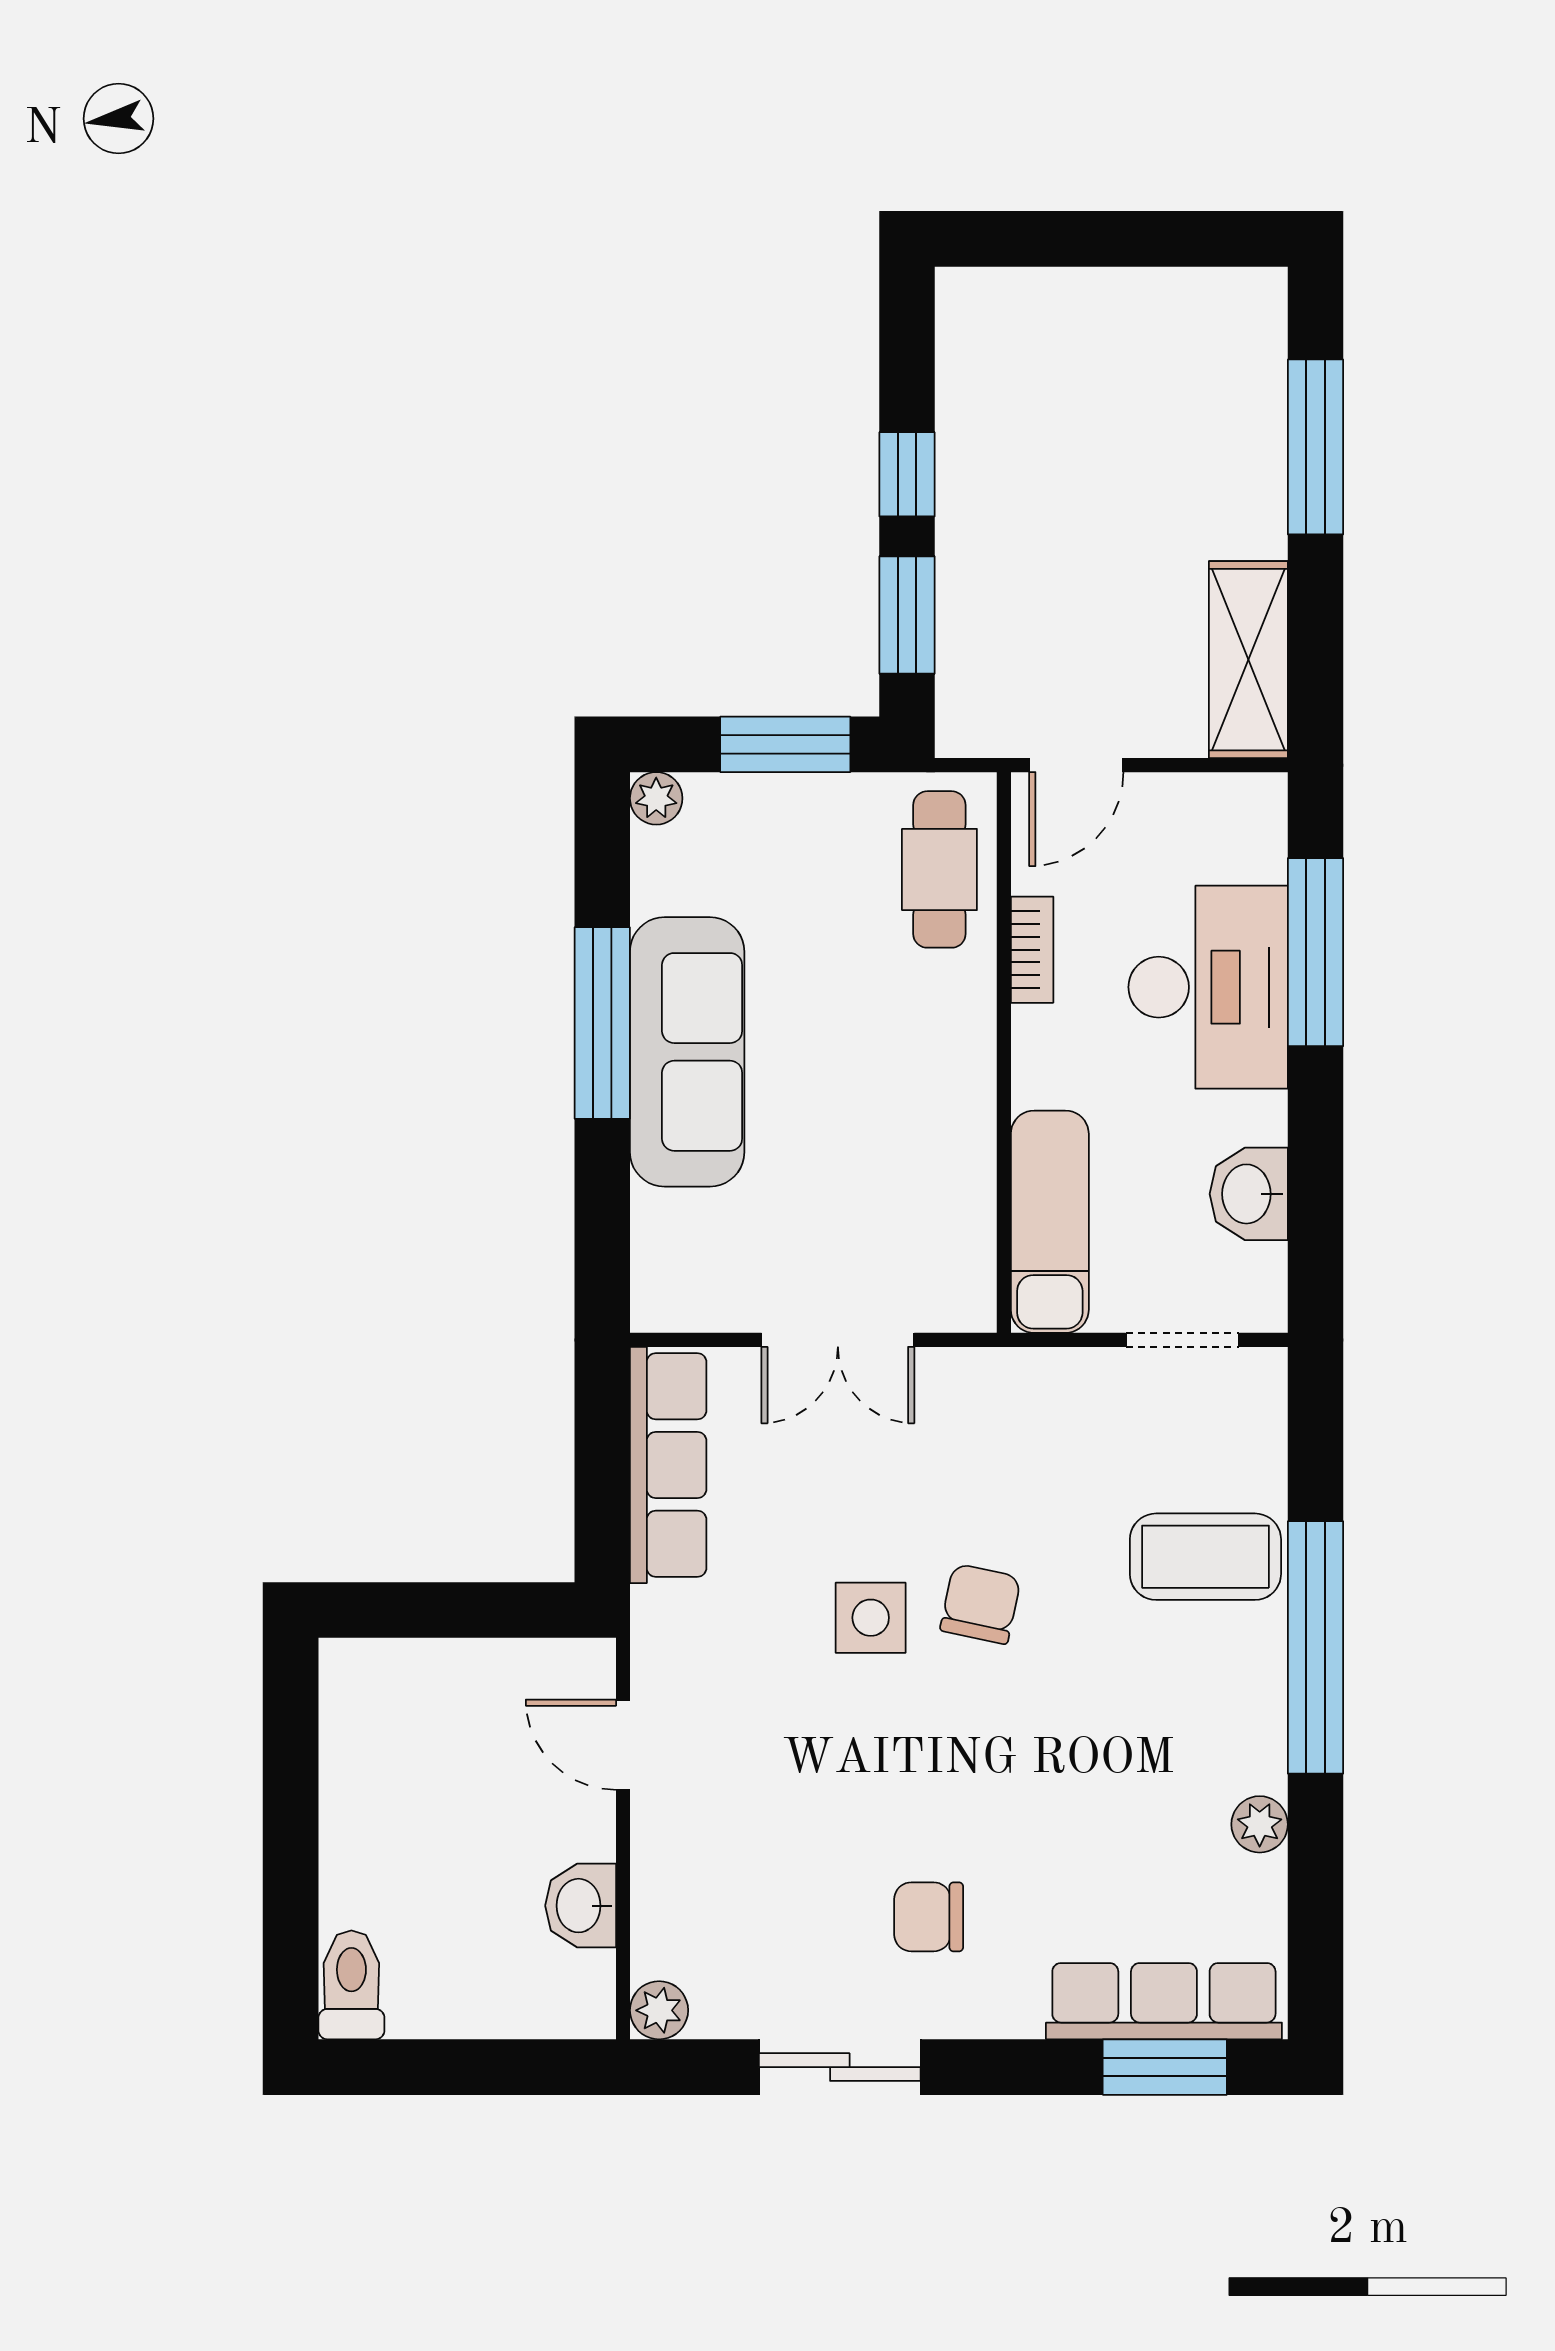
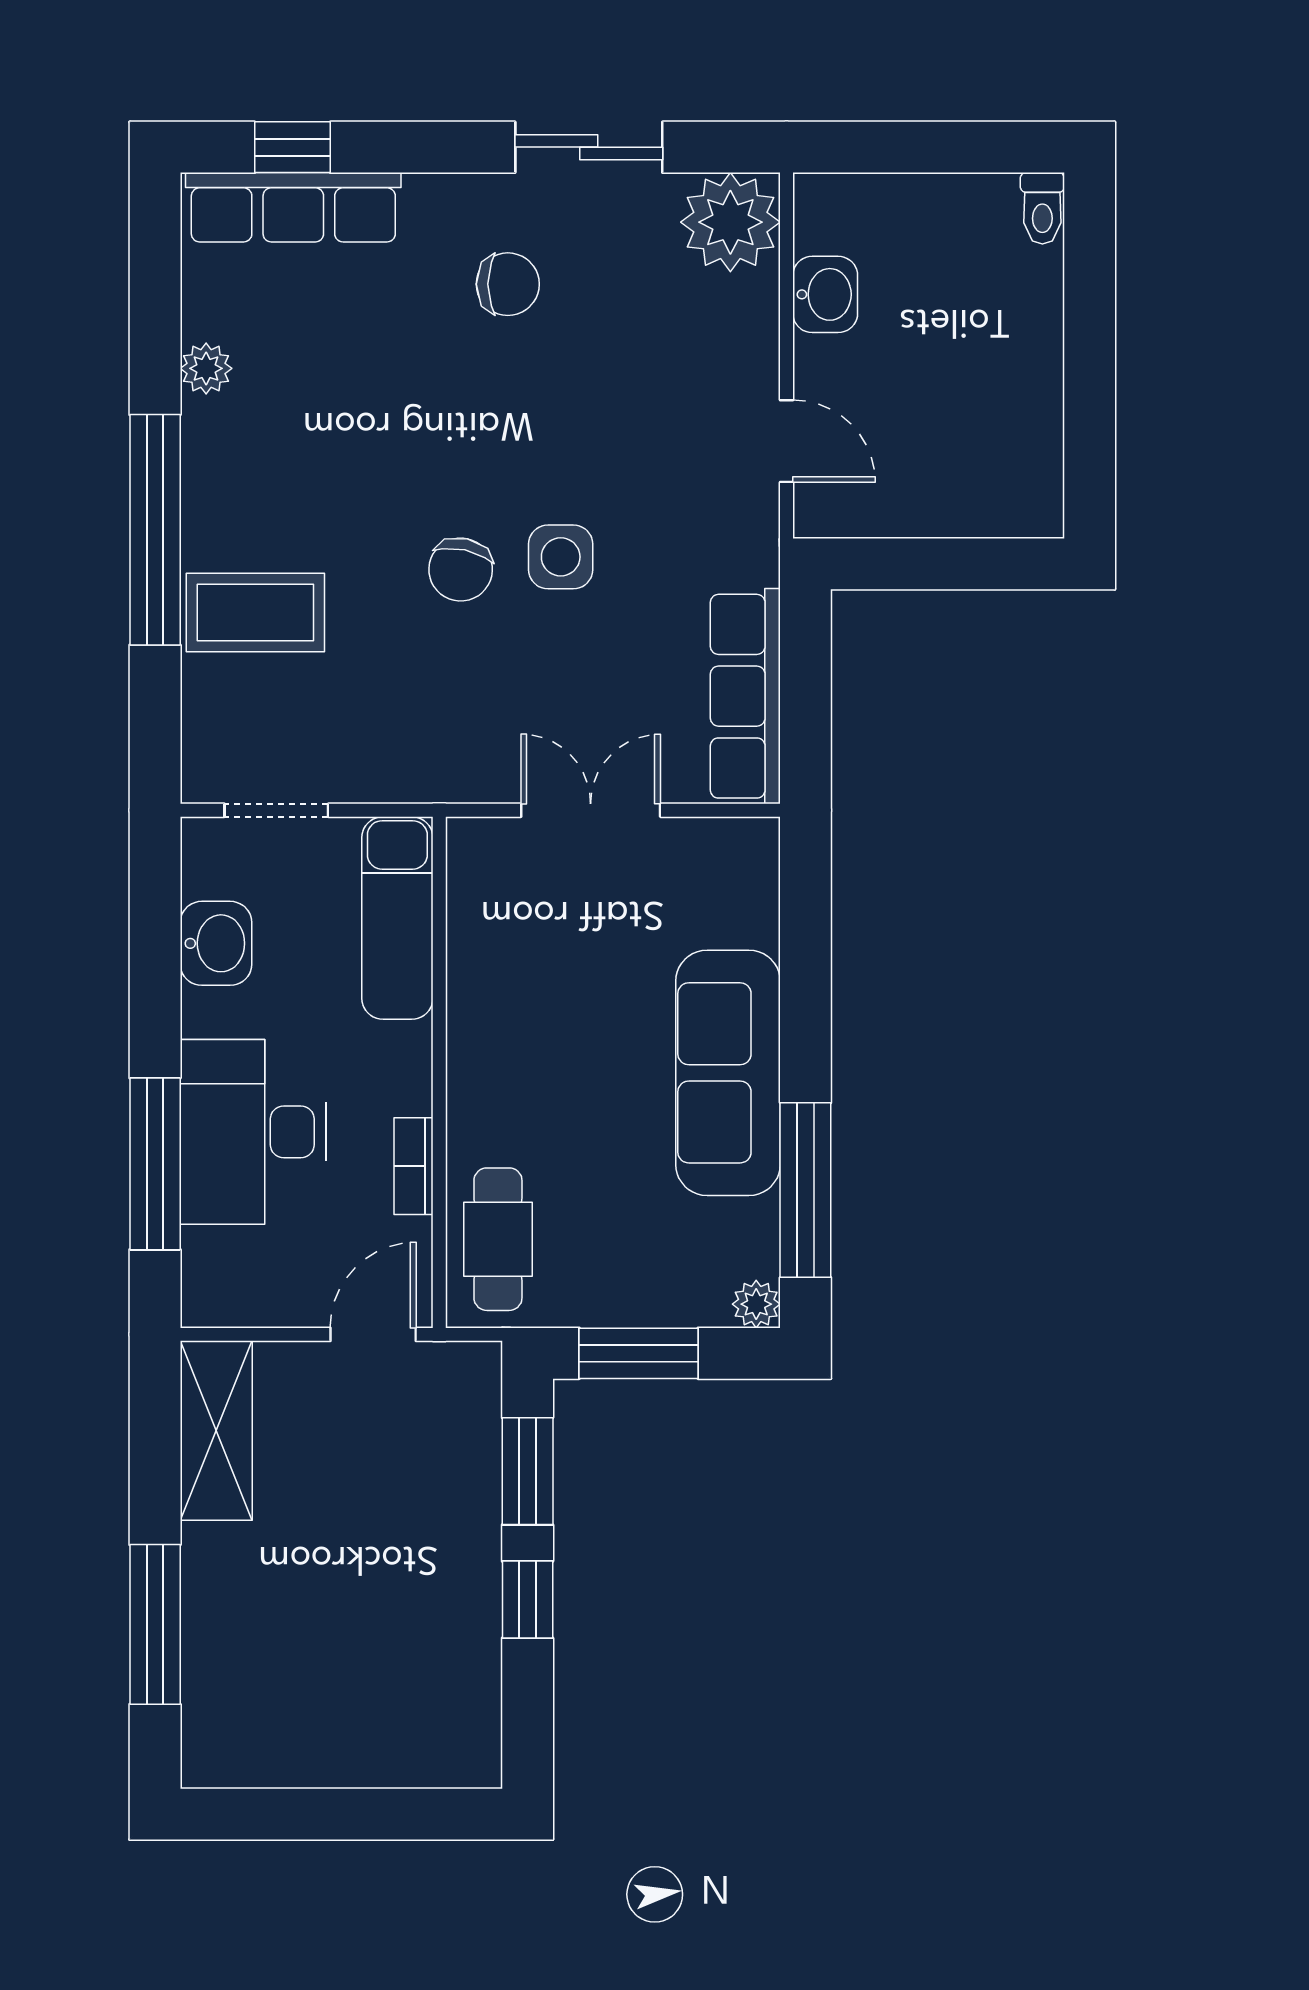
window: (602, 1023) -> (805, 1190), moved
toilet: (351, 1985) -> (1042, 208), width x0.73, depth x0.72
plant: (659, 2010) -> (730, 222), width x1.87, depth x1.87
window: (1165, 2067) -> (292, 147), width x0.67

